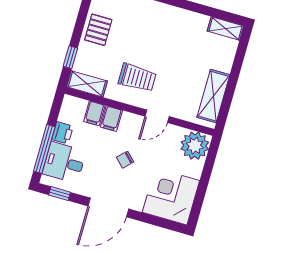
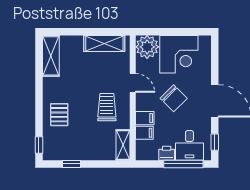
shelving: (226, 29) -> (51, 56), width x1.50, depth x1.33
pallet: (98, 30) -> (59, 115), moved, turned 90
window: (70, 57) -> (72, 164), moved
chair: (125, 160) -> (174, 98), width x1.87, depth x1.87
corner desk: (171, 196) -> (179, 54), moved, turned -90

